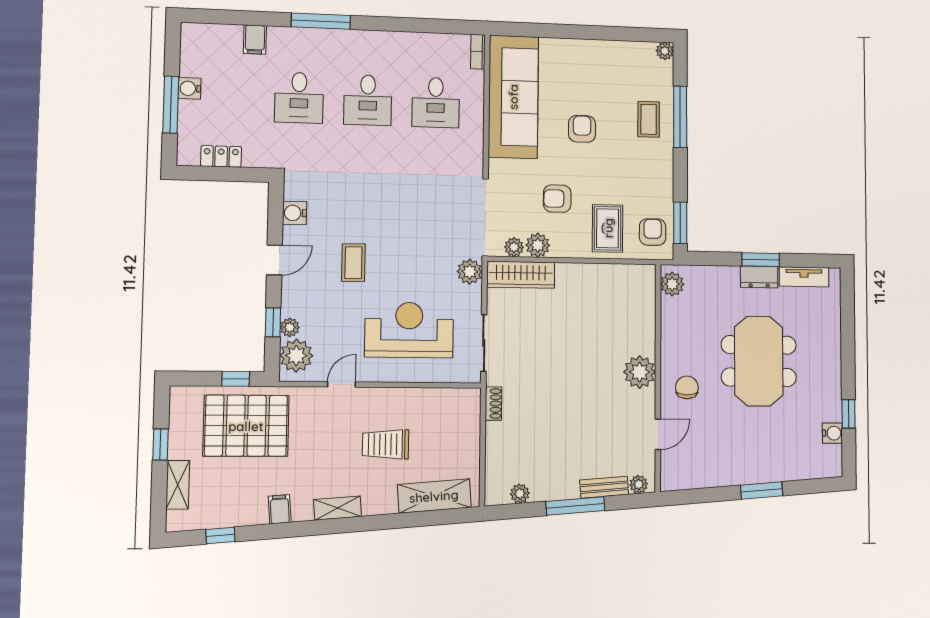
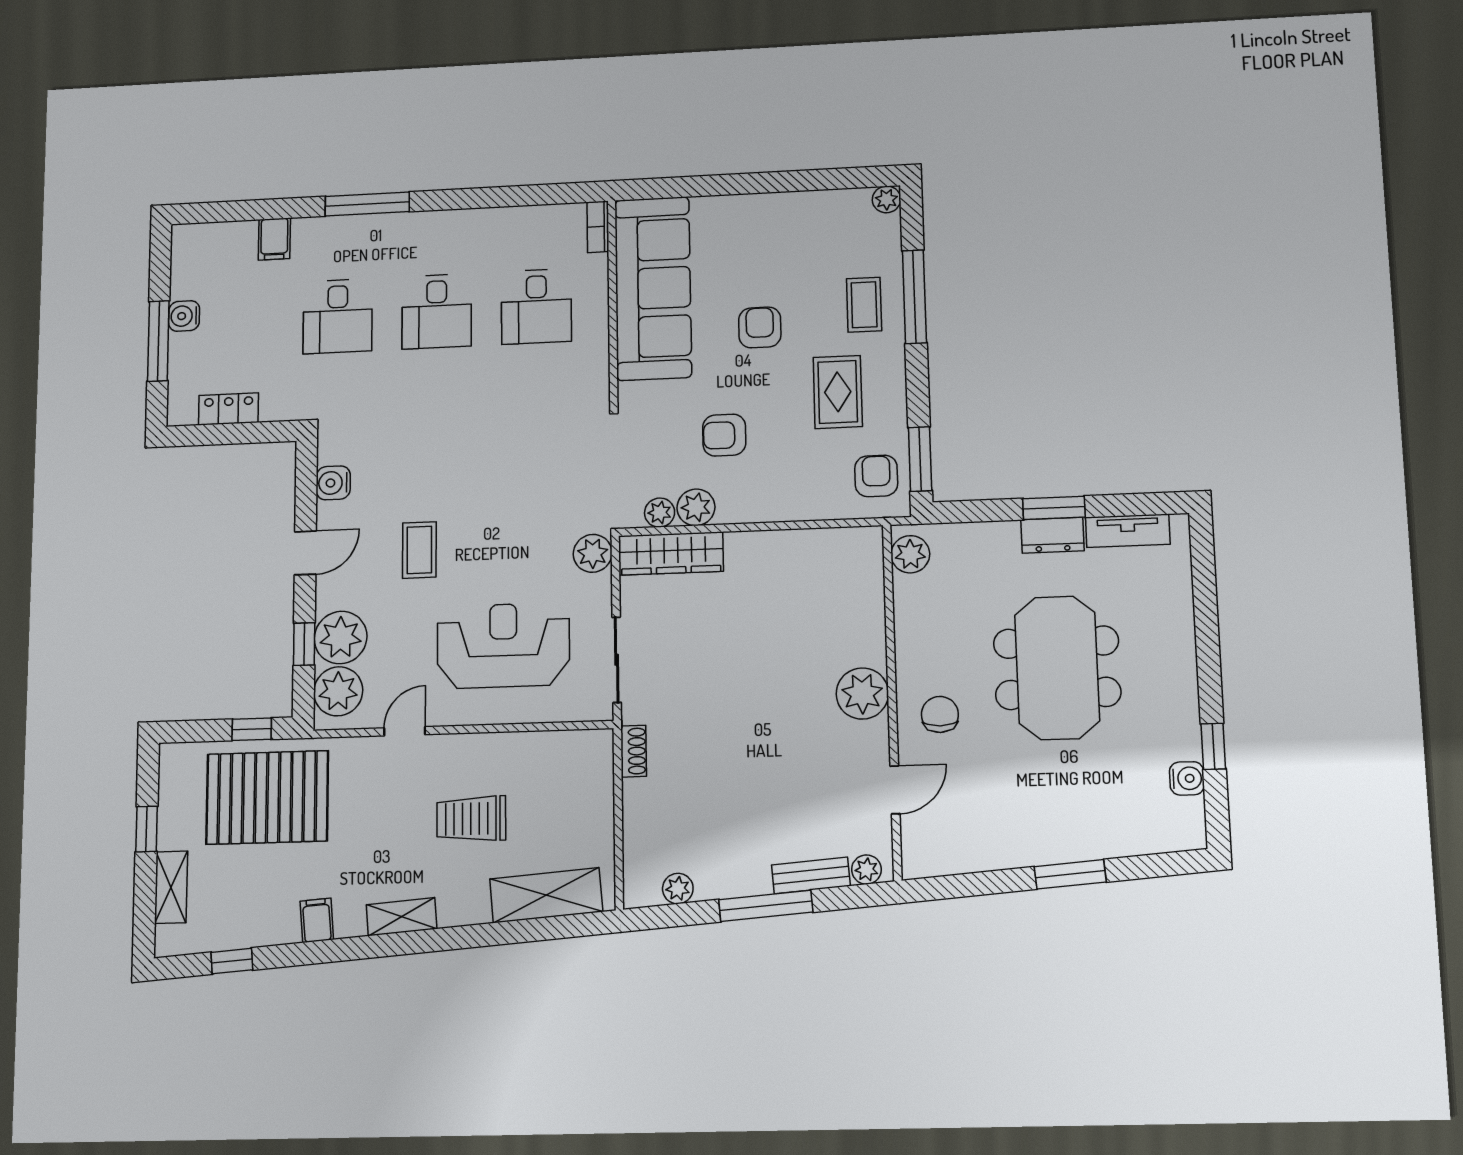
rug: (608, 228) -> (838, 392), moved
plant: (290, 327) -> (341, 637), width x1.87, depth x1.87

